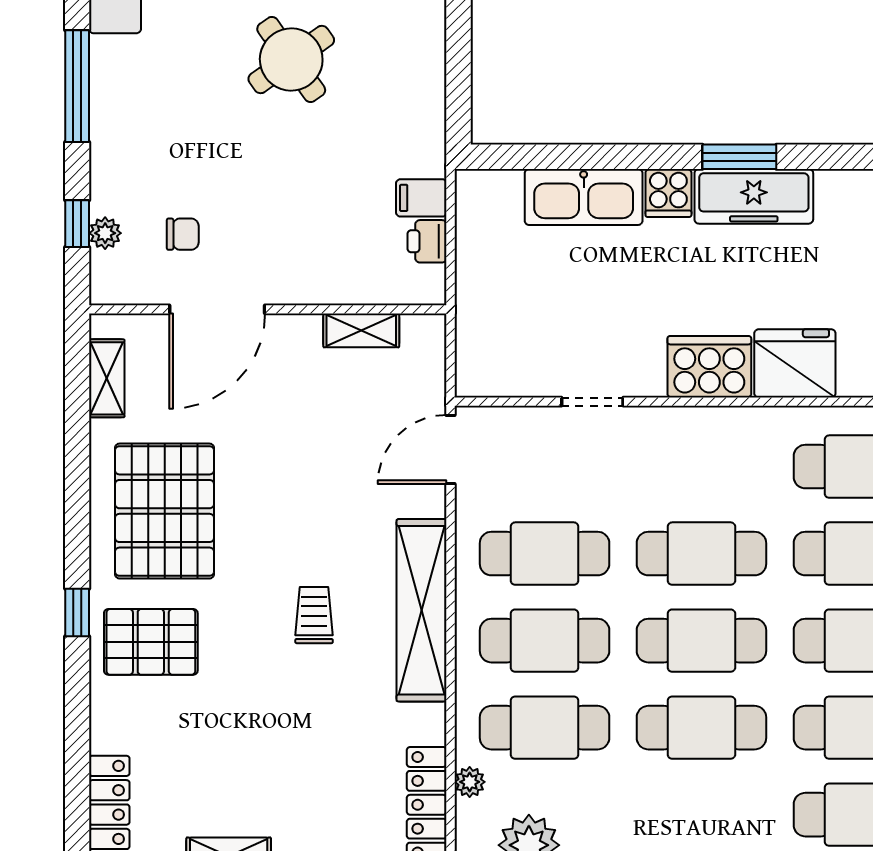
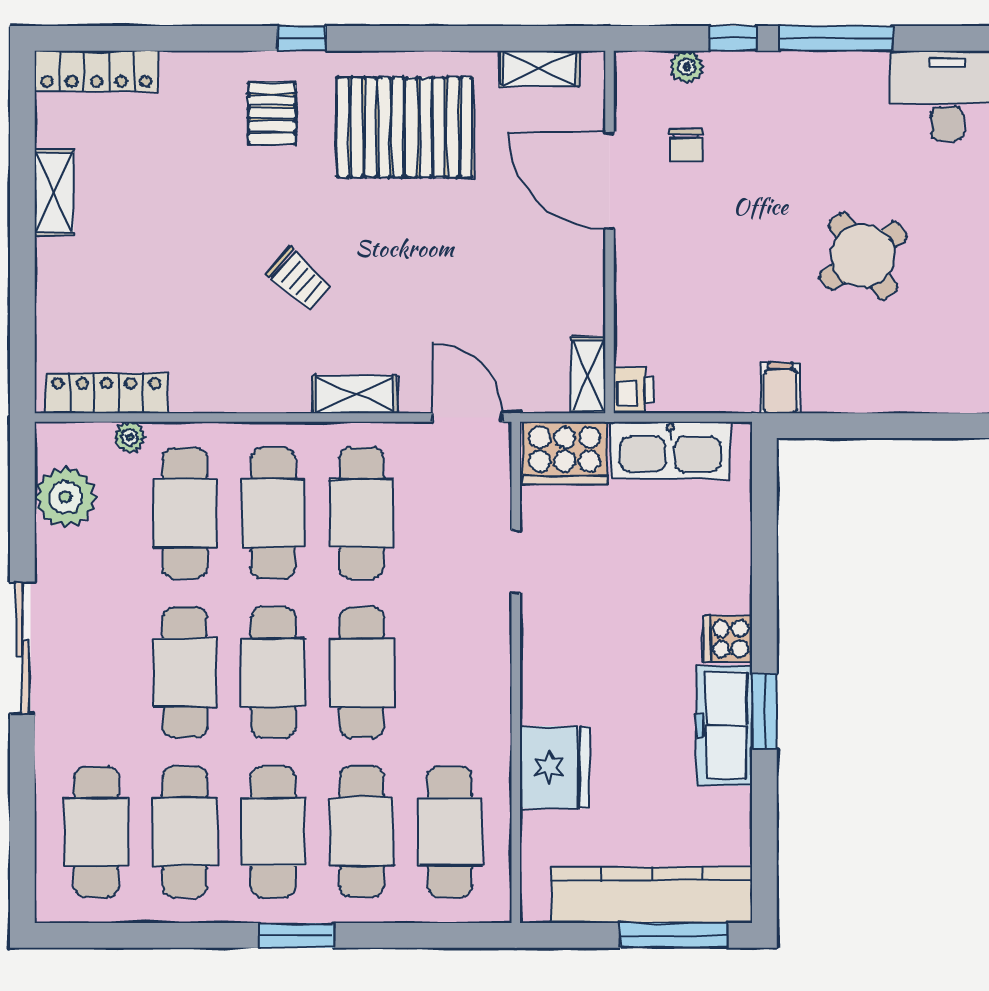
kitchen sink: (584, 197) -> (670, 450), moved, turned -90
filing cabinet: (421, 198) -> (780, 388), moved
window: (77, 224) -> (733, 38), moved
printer: (427, 241) -> (633, 390), moved, turned 90
shelving: (361, 330) -> (588, 375), moved
cooker: (709, 367) -> (565, 453), moved, turned 90
shelving: (422, 610) -> (355, 395), width x0.45, depth x0.75
trolley: (314, 615) -> (299, 279), turned 42
pallet: (151, 642) -> (272, 113), width x0.67, depth x0.71

